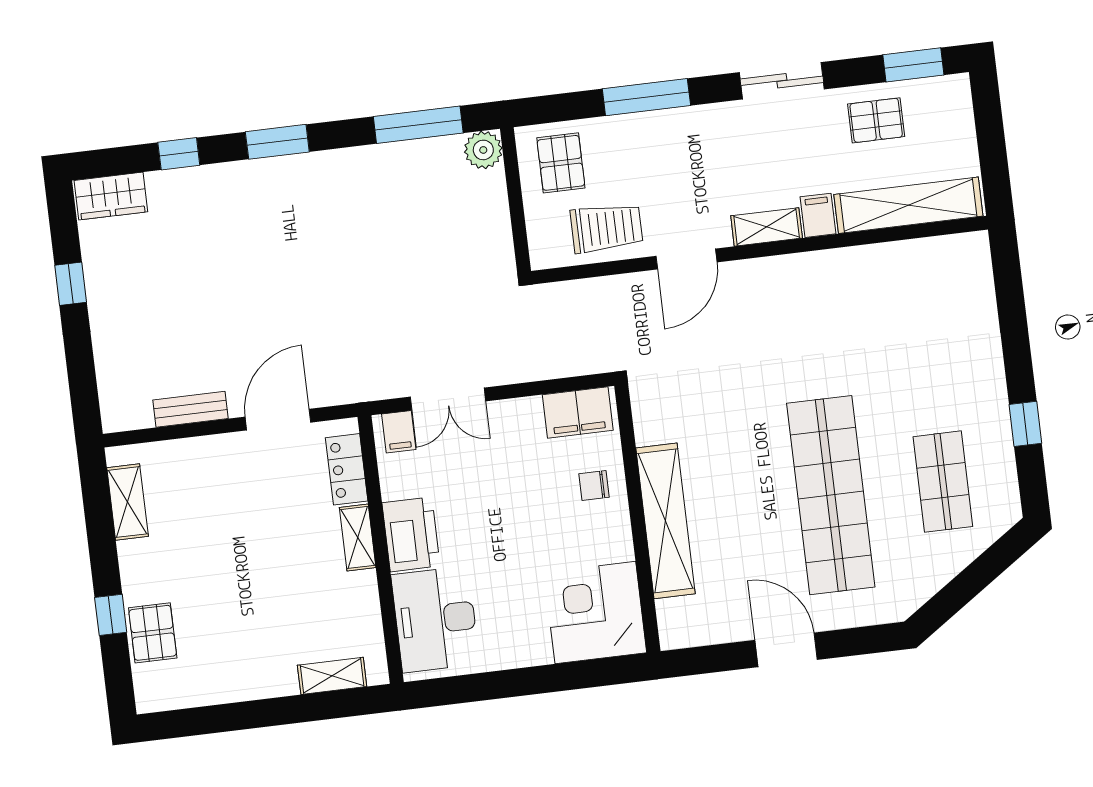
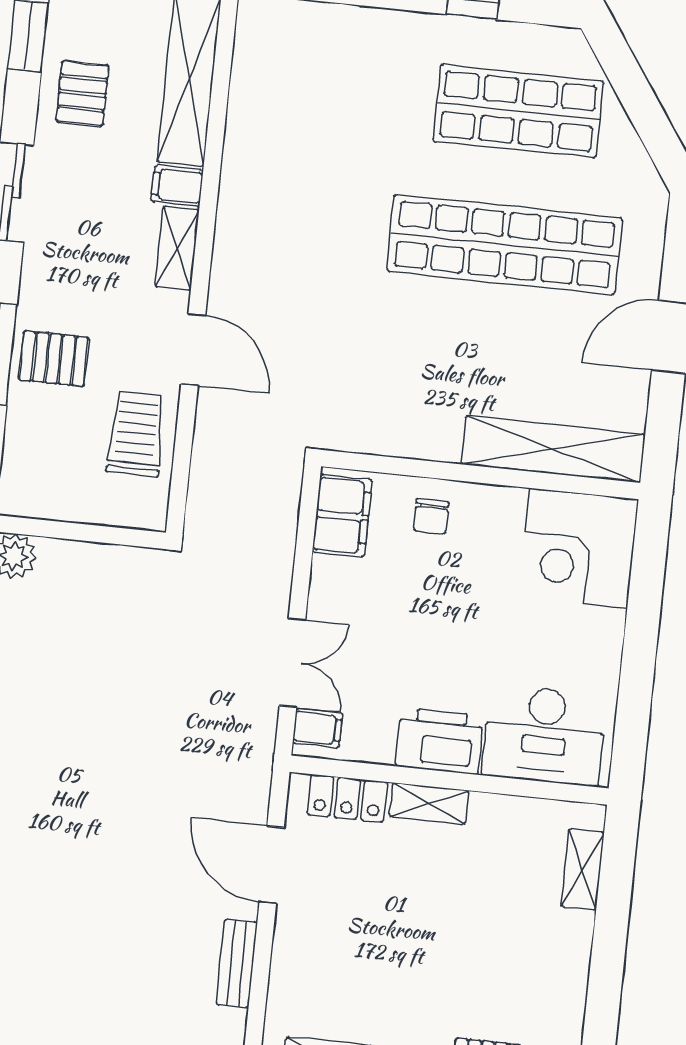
pallet: (561, 163) -> (54, 359), moved
shop shelf: (943, 482) -> (518, 111), width x1.43, depth x1.36
shelving: (666, 521) -> (553, 449), moved

